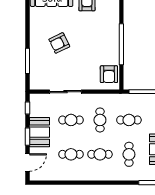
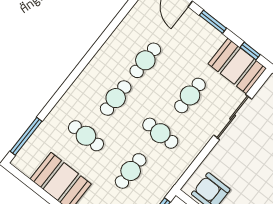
booth: (39, 132) -> (237, 66), moved

